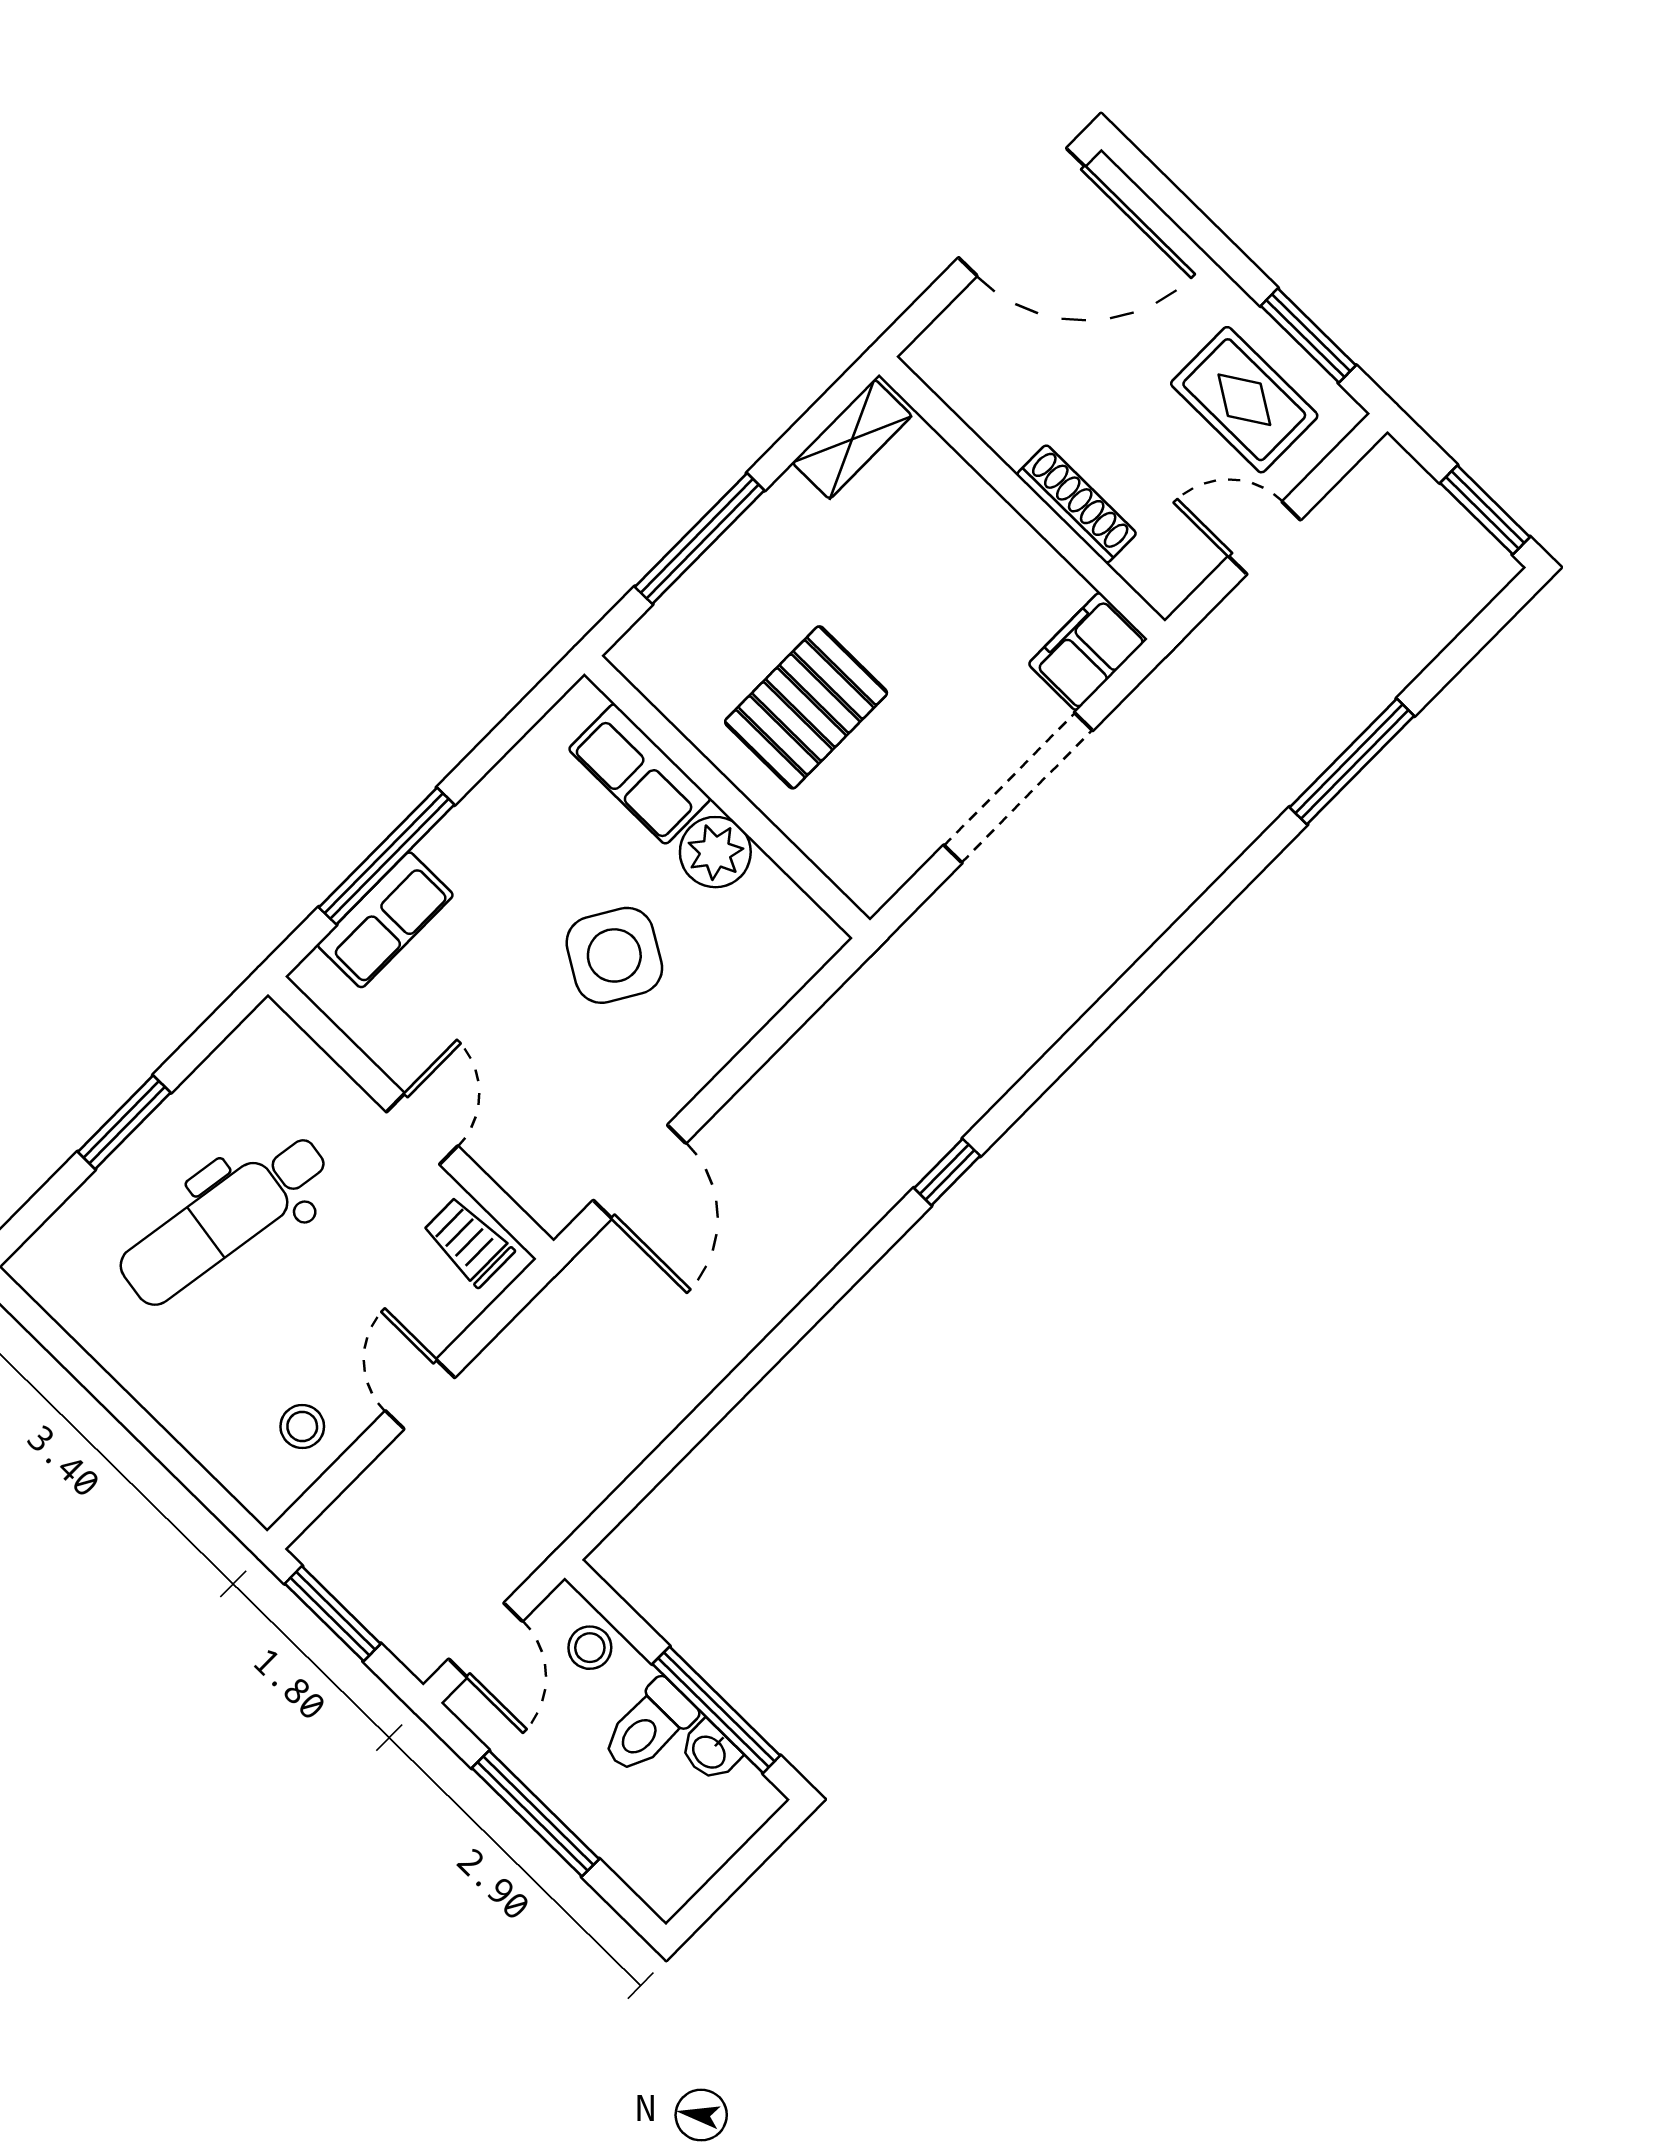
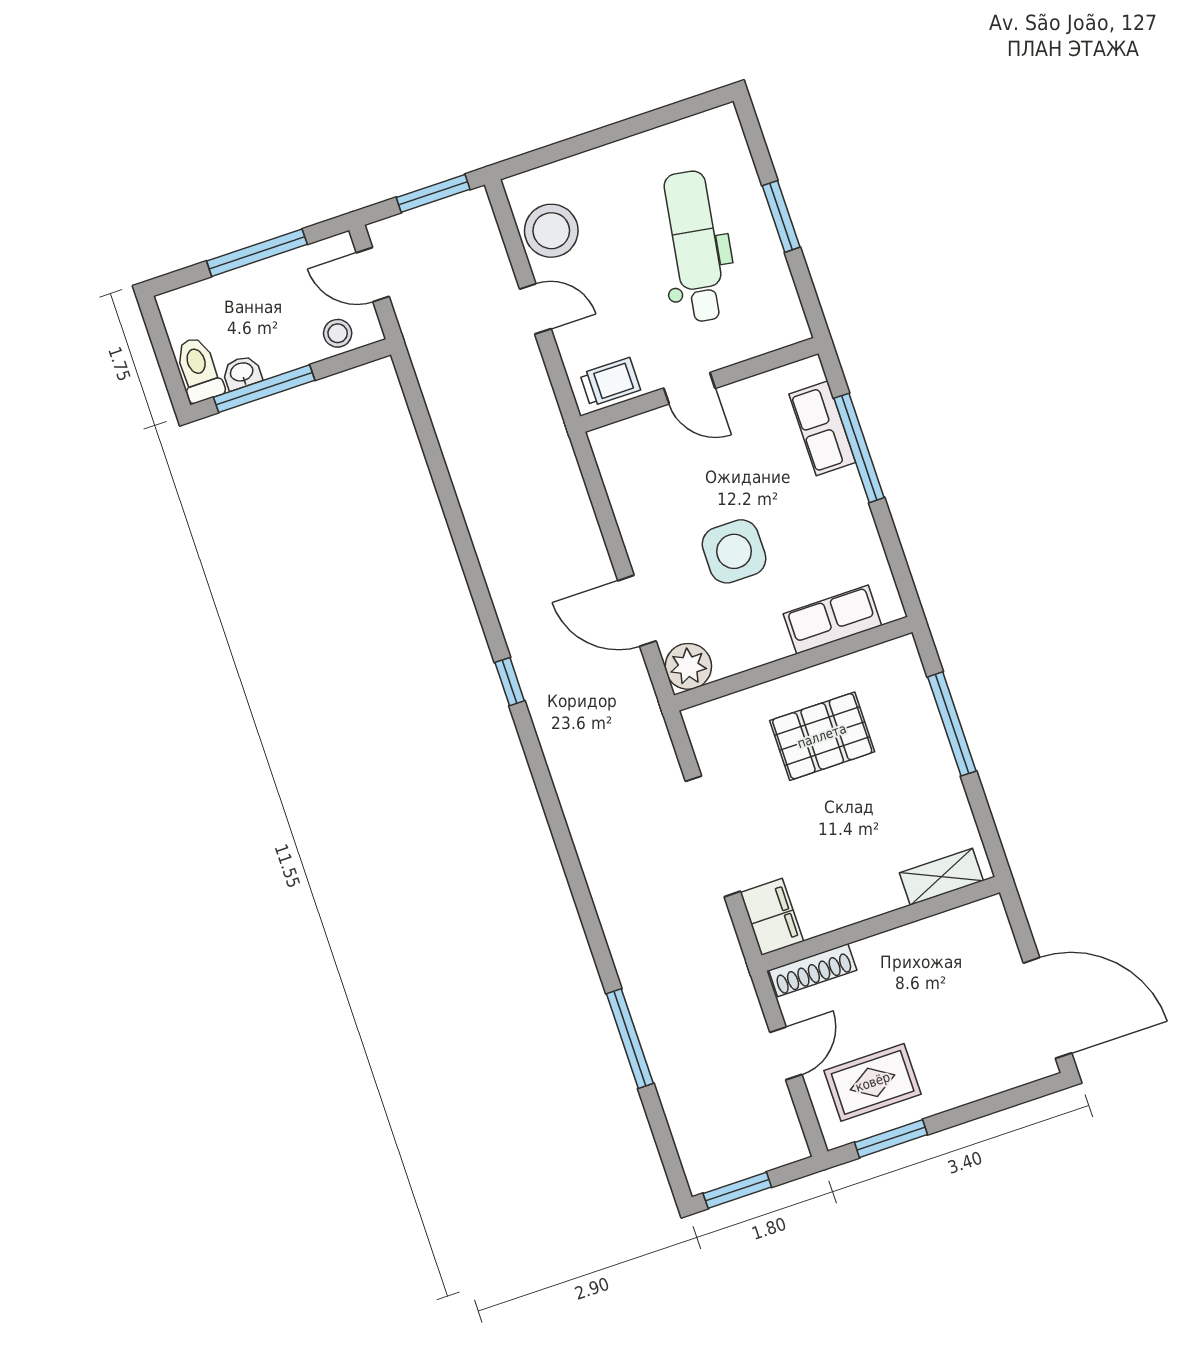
door: (1022, 212) -> (1047, 1008), swing flipped
shelving: (852, 439) -> (941, 877), moved, turned 90
shoe rack: (1077, 504) -> (813, 970), moved
pallet: (806, 707) -> (822, 736), turned 90
plant: (715, 852) -> (688, 666), moved
side table: (614, 955) -> (734, 551), turned -31
door: (640, 1172) -> (637, 611), moved
stool: (302, 1427) -> (551, 231), width x1.89, depth x1.89
toilet: (648, 1727) -> (199, 369), moved

